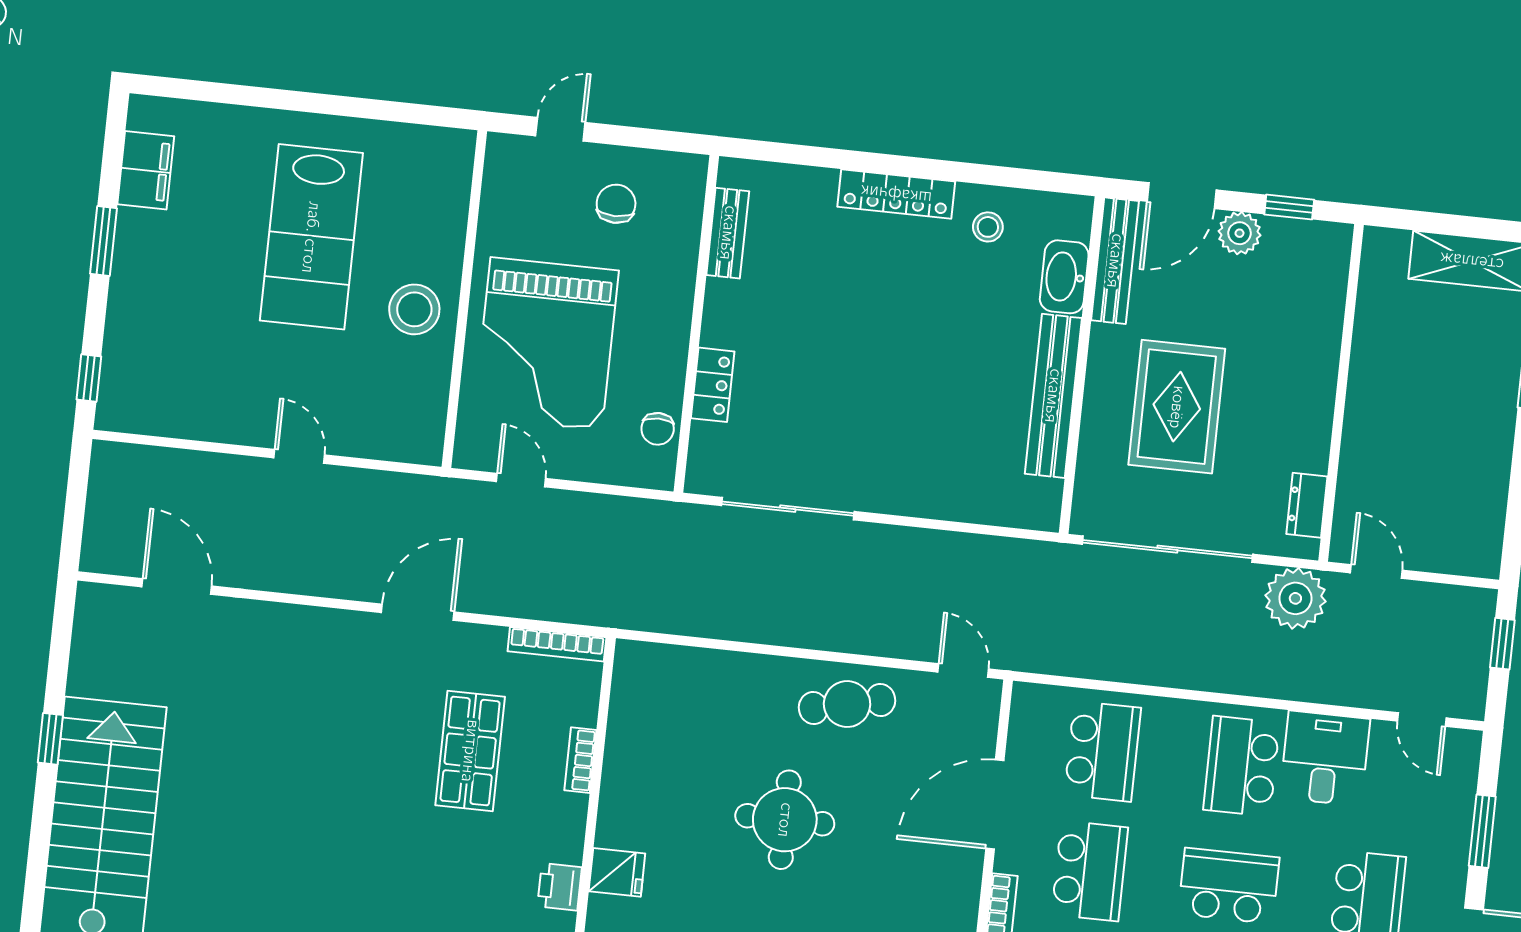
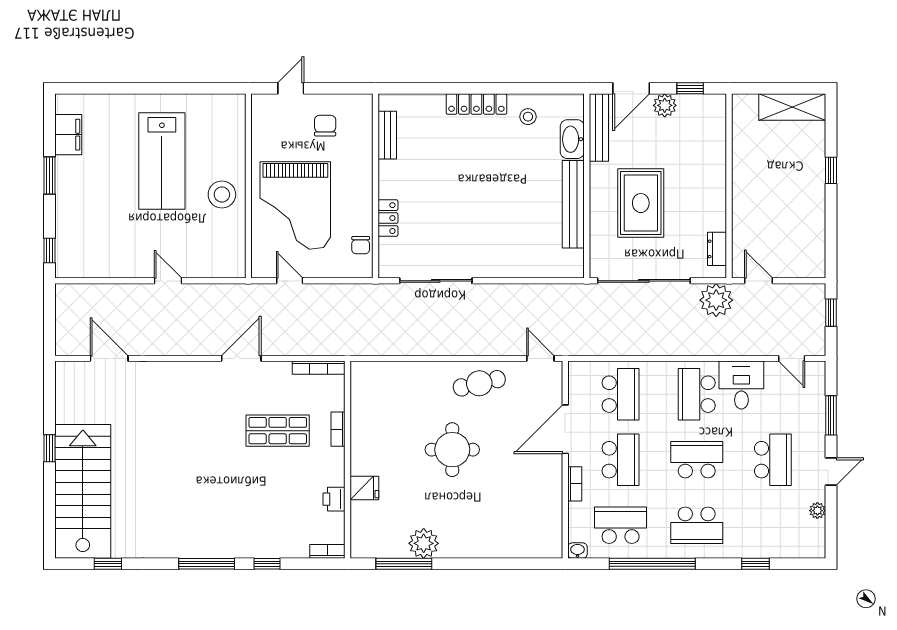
shop shelf: (470, 751) -> (278, 431), turned 90

